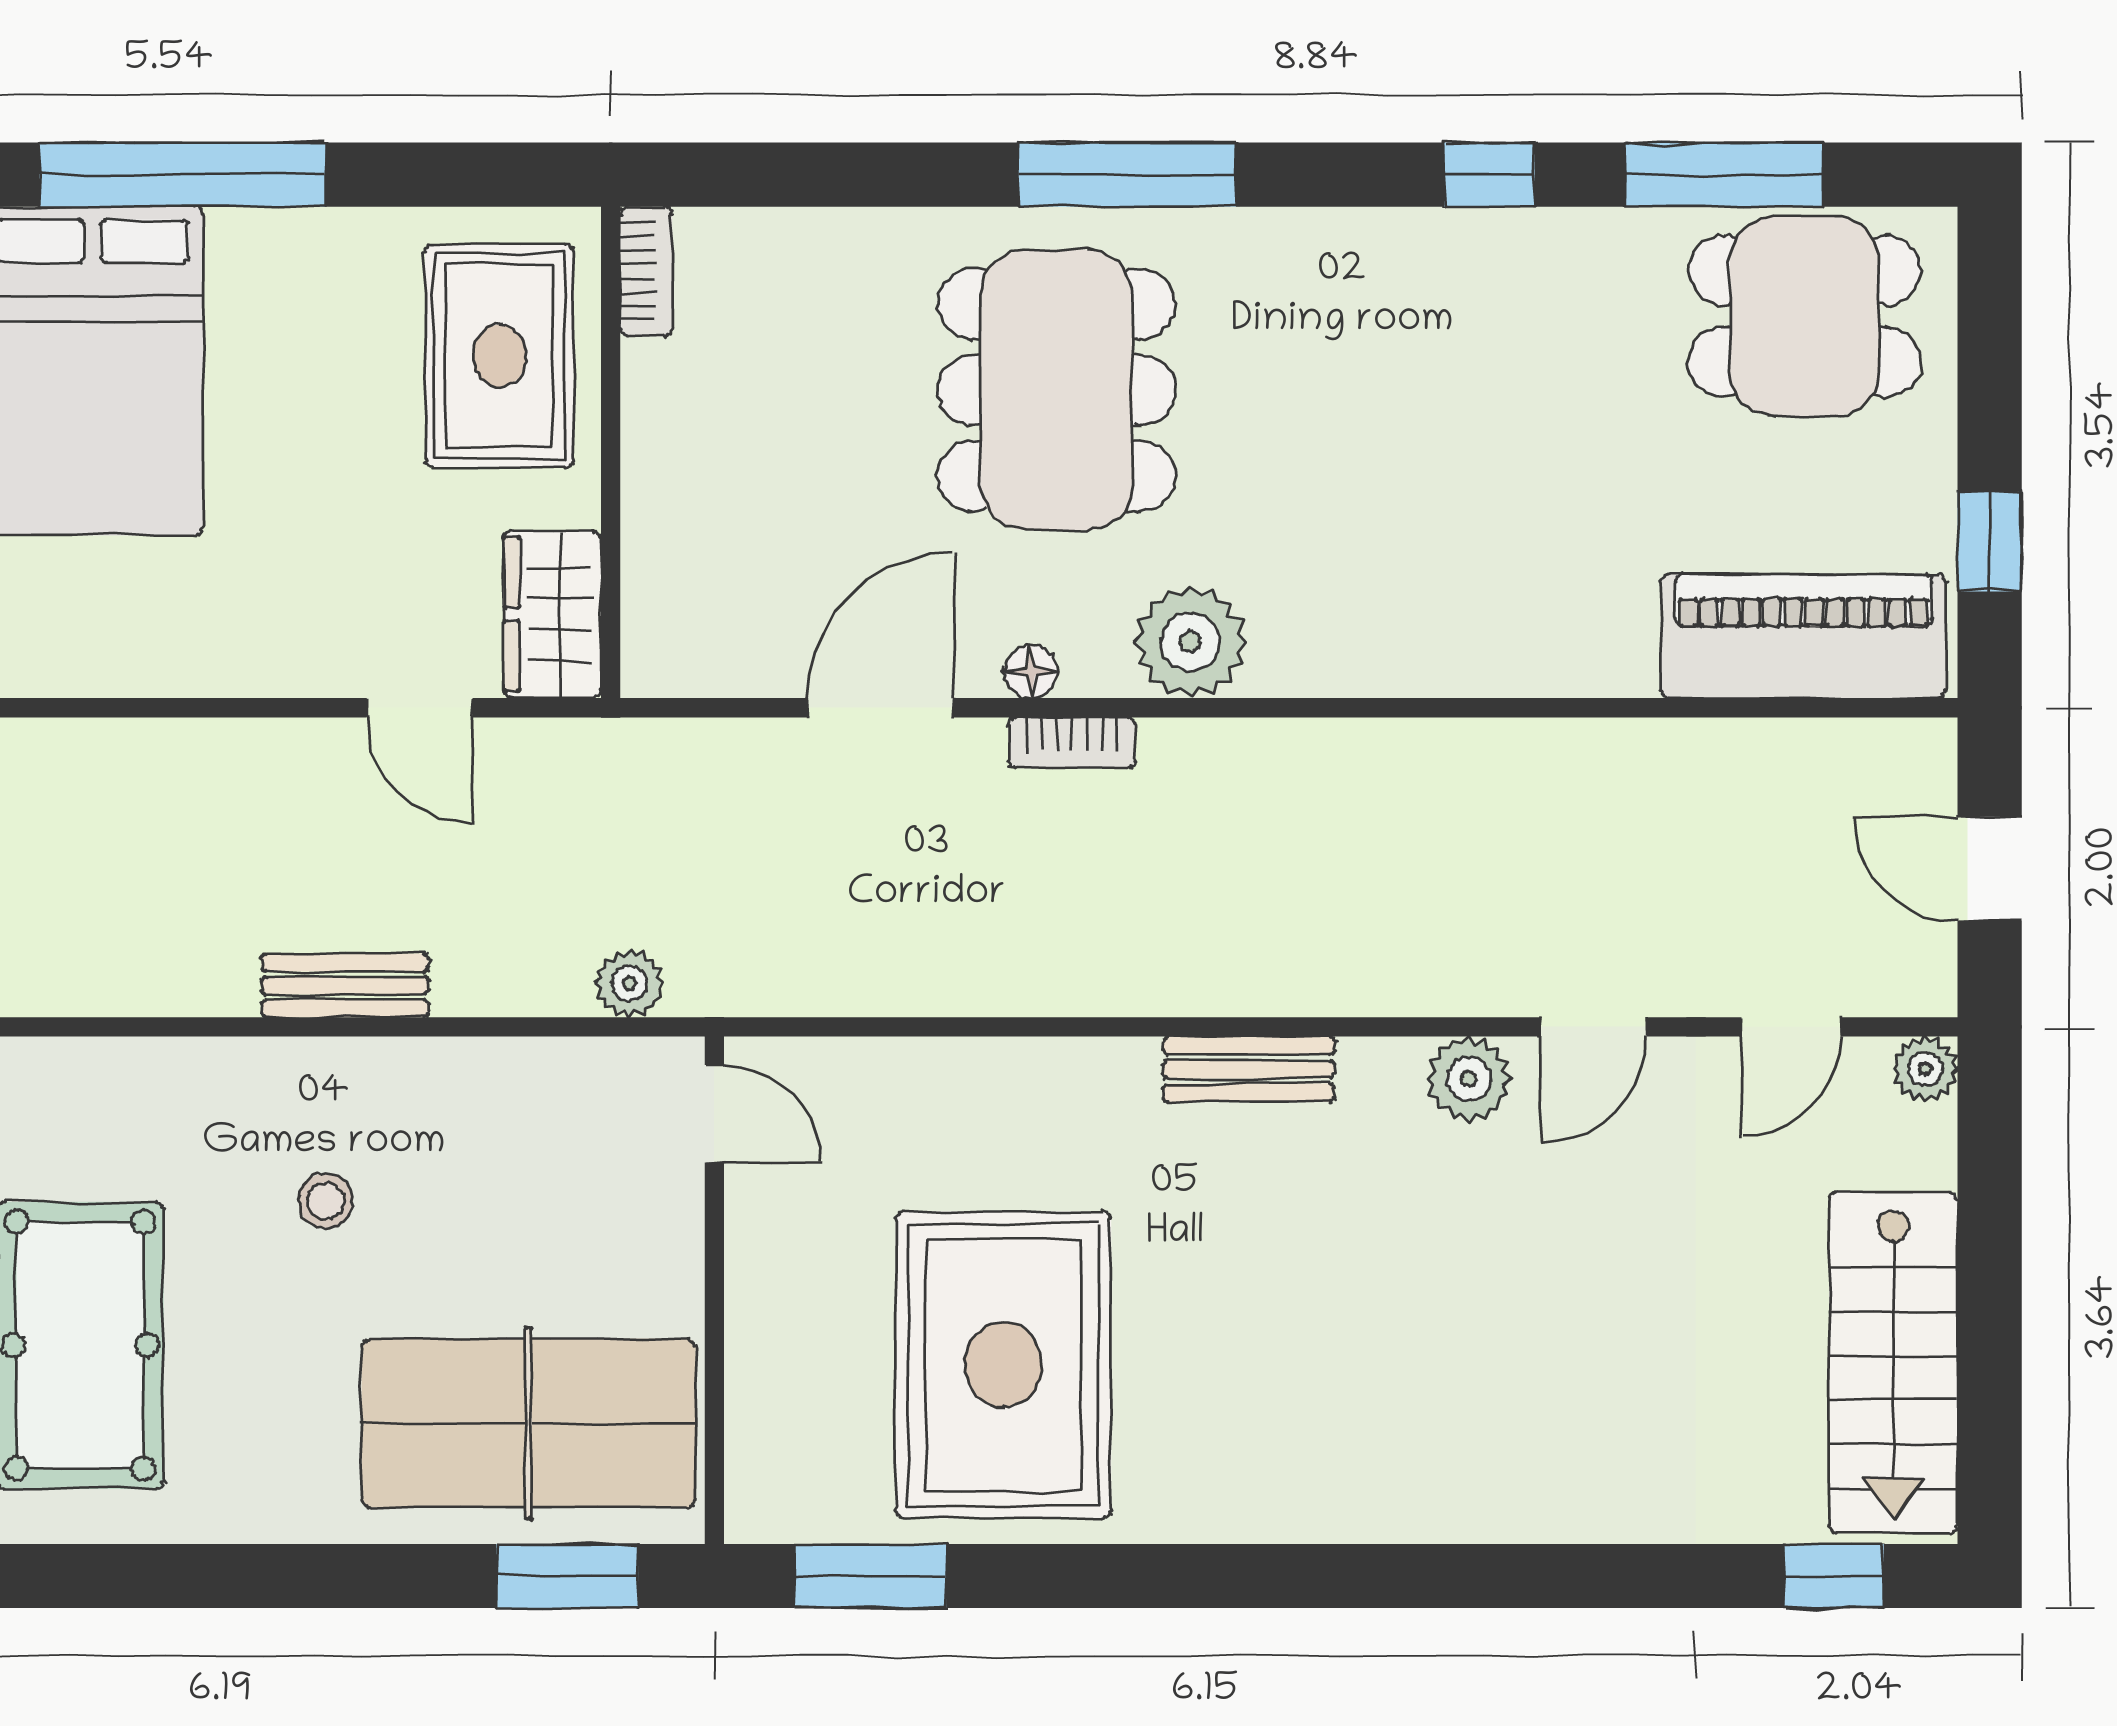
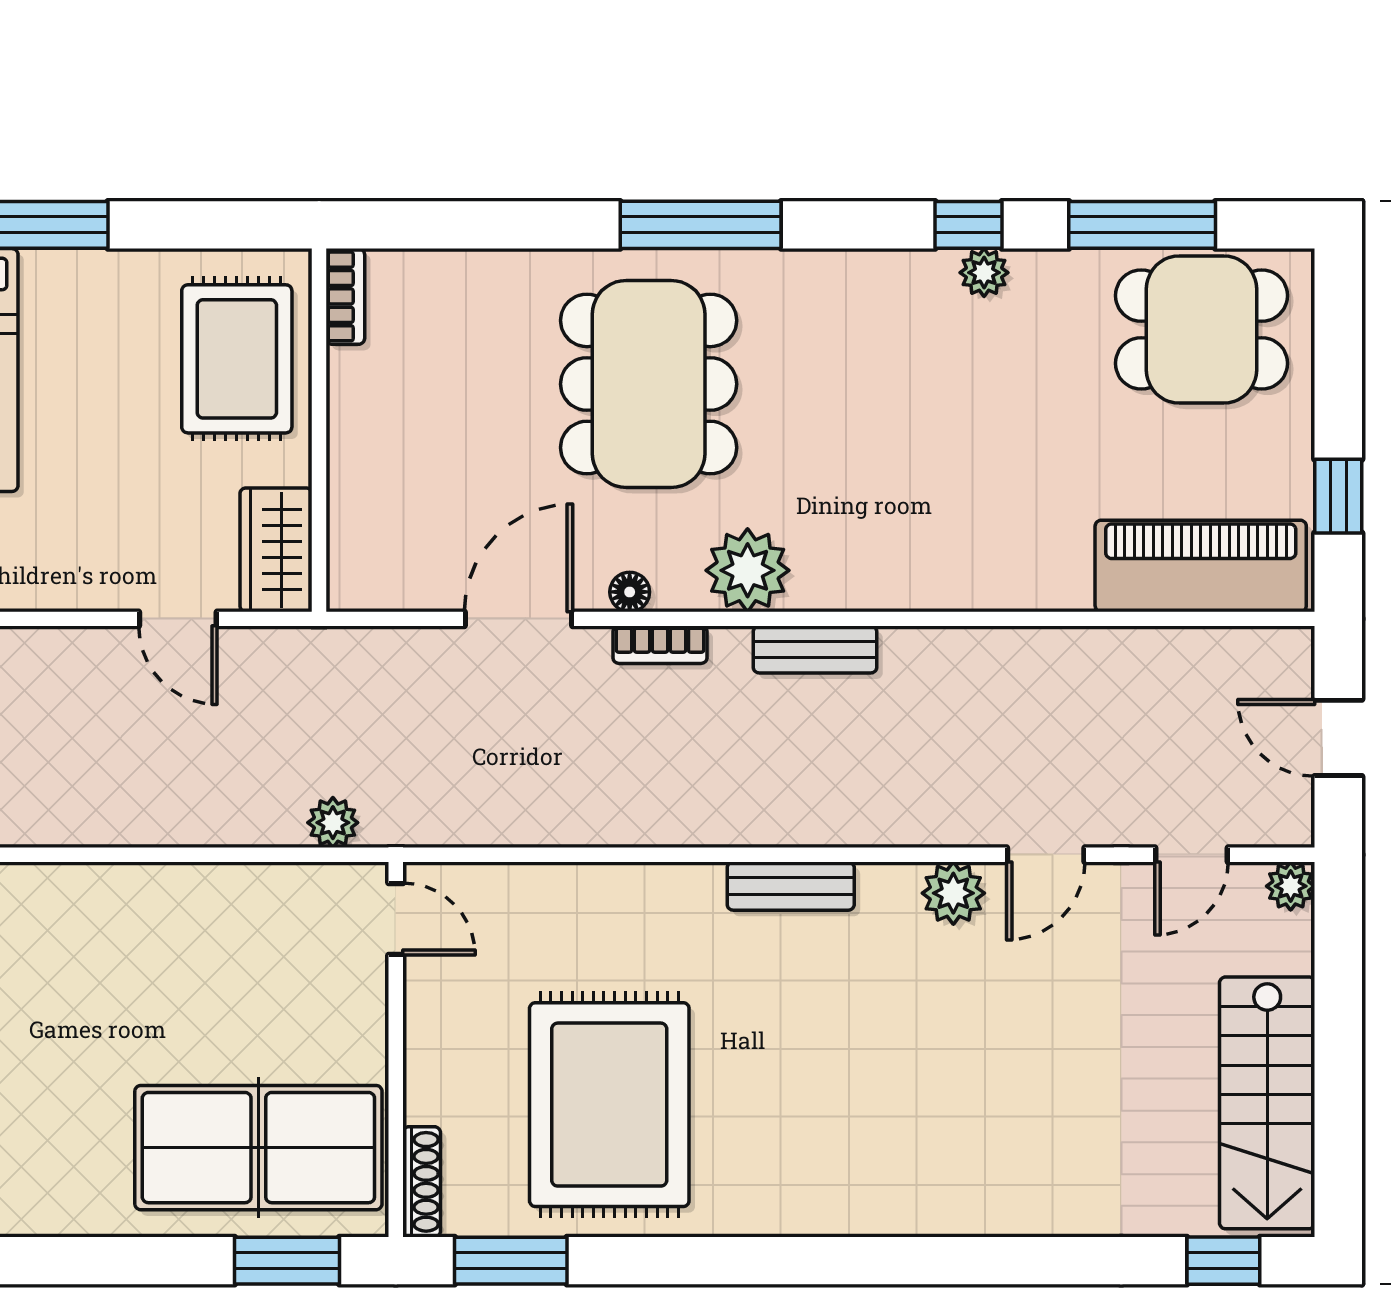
plant: (1510, 239) -> (984, 273), added
bench: (345, 985) -> (815, 650), moved
stool: (326, 1201) -> (108, 983), removed
shoe rack: (749, 1469) -> (422, 1182), added

